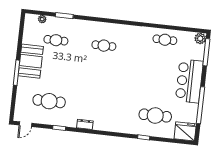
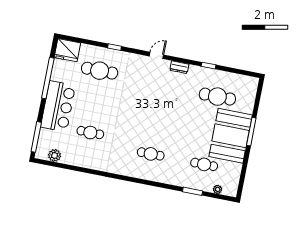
plant: (200, 38) -> (55, 155), moved
cafe table: (165, 40) -> (90, 133), moved
booth: (31, 61) -> (231, 136), width x1.36, depth x1.42
door: (26, 124) -> (156, 55), moved

